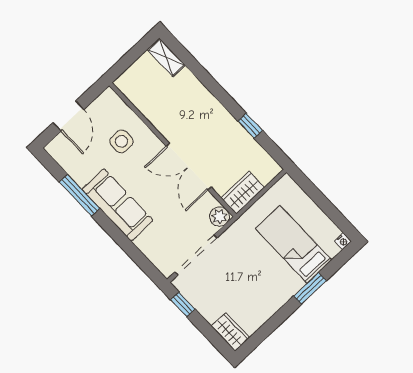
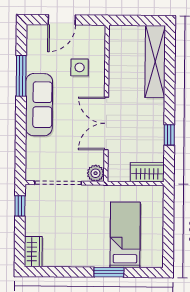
shelving: (166, 57) -> (155, 62), width x2.20, depth x1.33
wardrobe: (243, 193) -> (147, 172), moved
nightstand: (343, 241) -> (158, 263), removed

